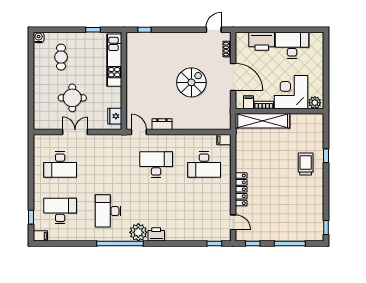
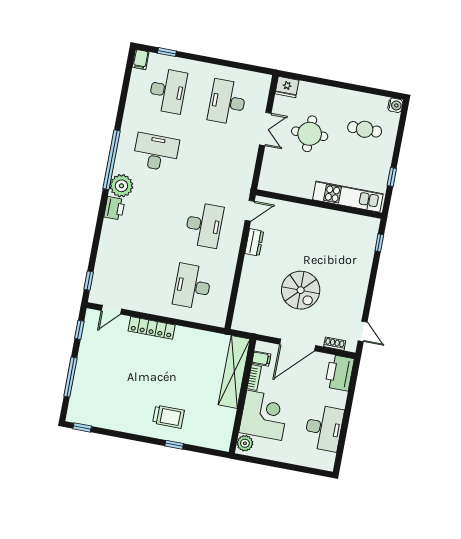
printer: (262, 41) -> (340, 373), moved
fridge: (115, 116) -> (287, 87), moved, turned 180
filing cabinet: (224, 140) -> (220, 318), removed

